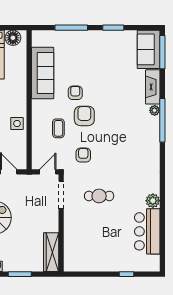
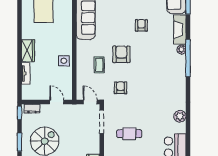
armchair: (75, 93) -> (141, 25), moved
door: (48, 172) -> (90, 102), hinge flipped
cafe table: (99, 196) -> (129, 134), moved
plant: (153, 201) -> (180, 116), moved

